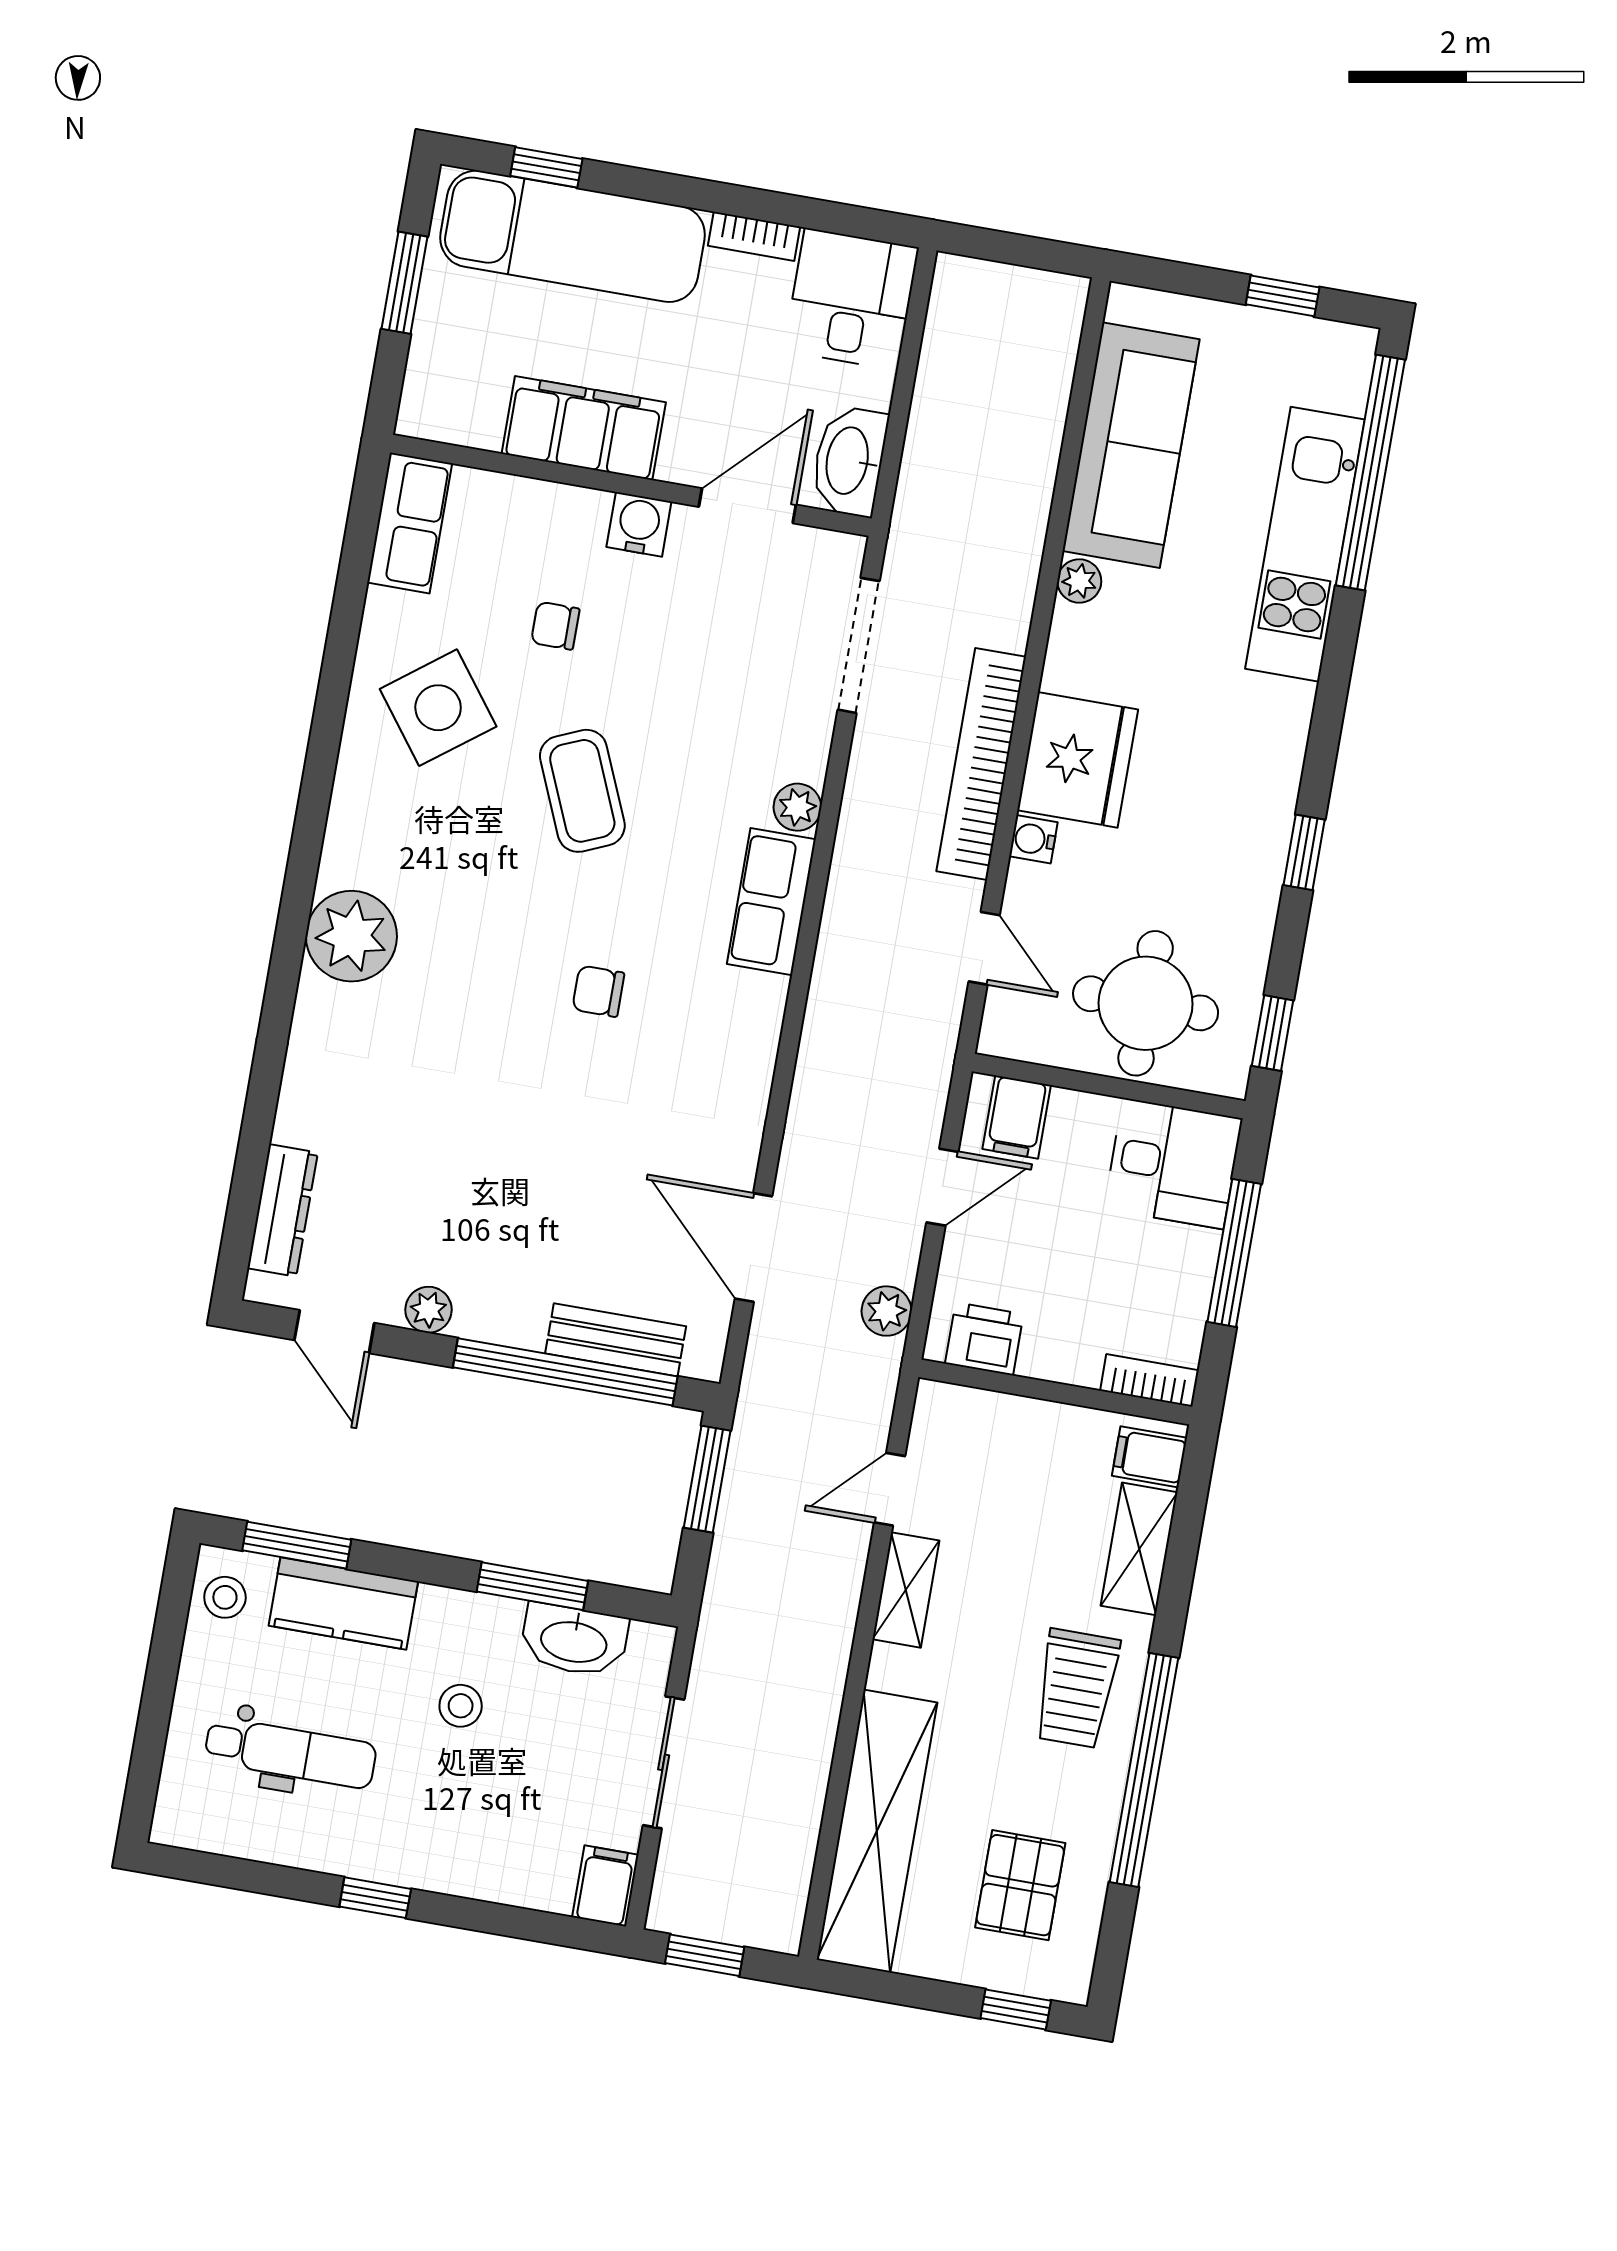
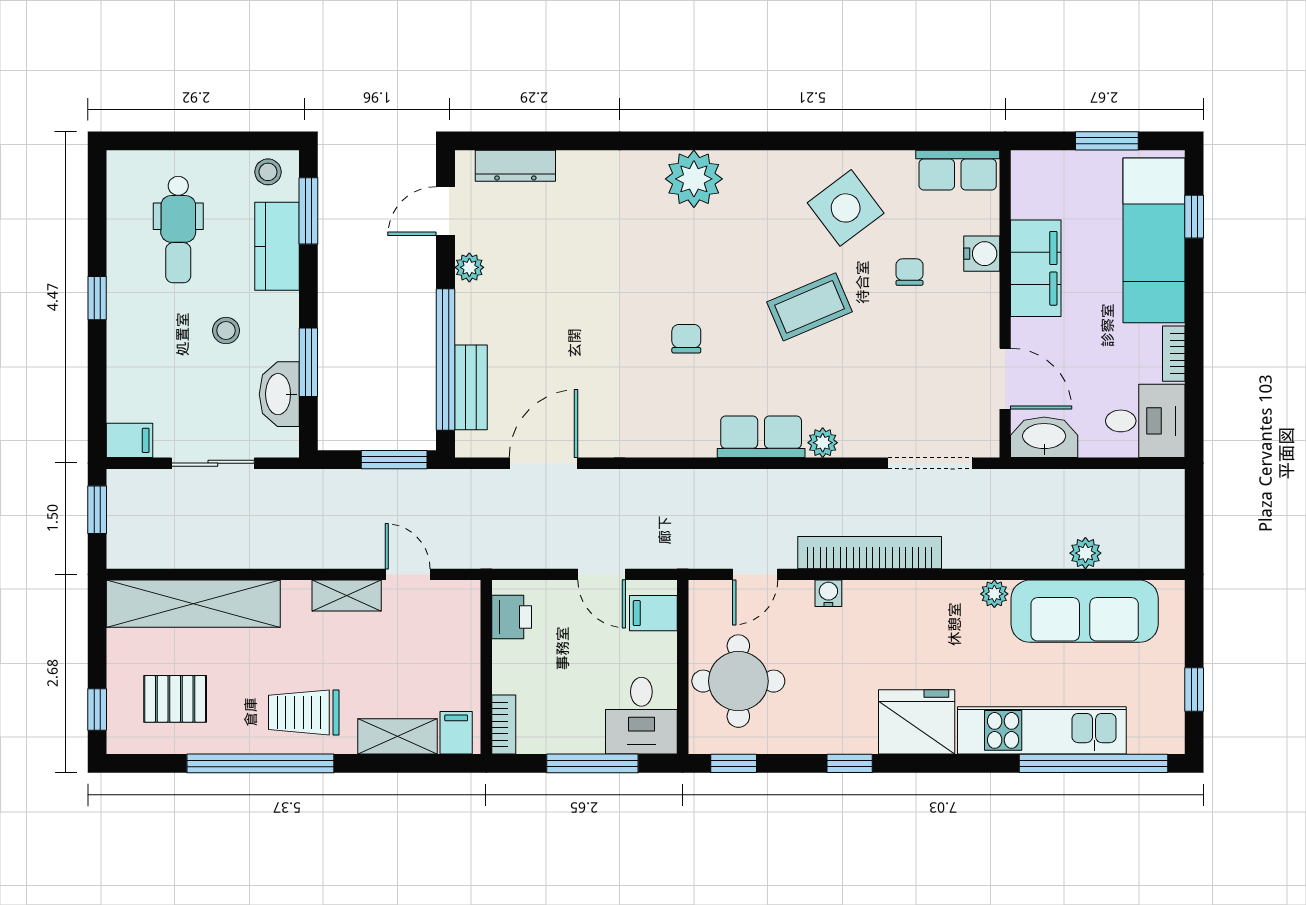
water cooler: (639, 524) -> (982, 254), moved
fridge: (1078, 760) -> (917, 722), moved, turned 180
plant: (887, 1311) -> (1085, 553), moved

